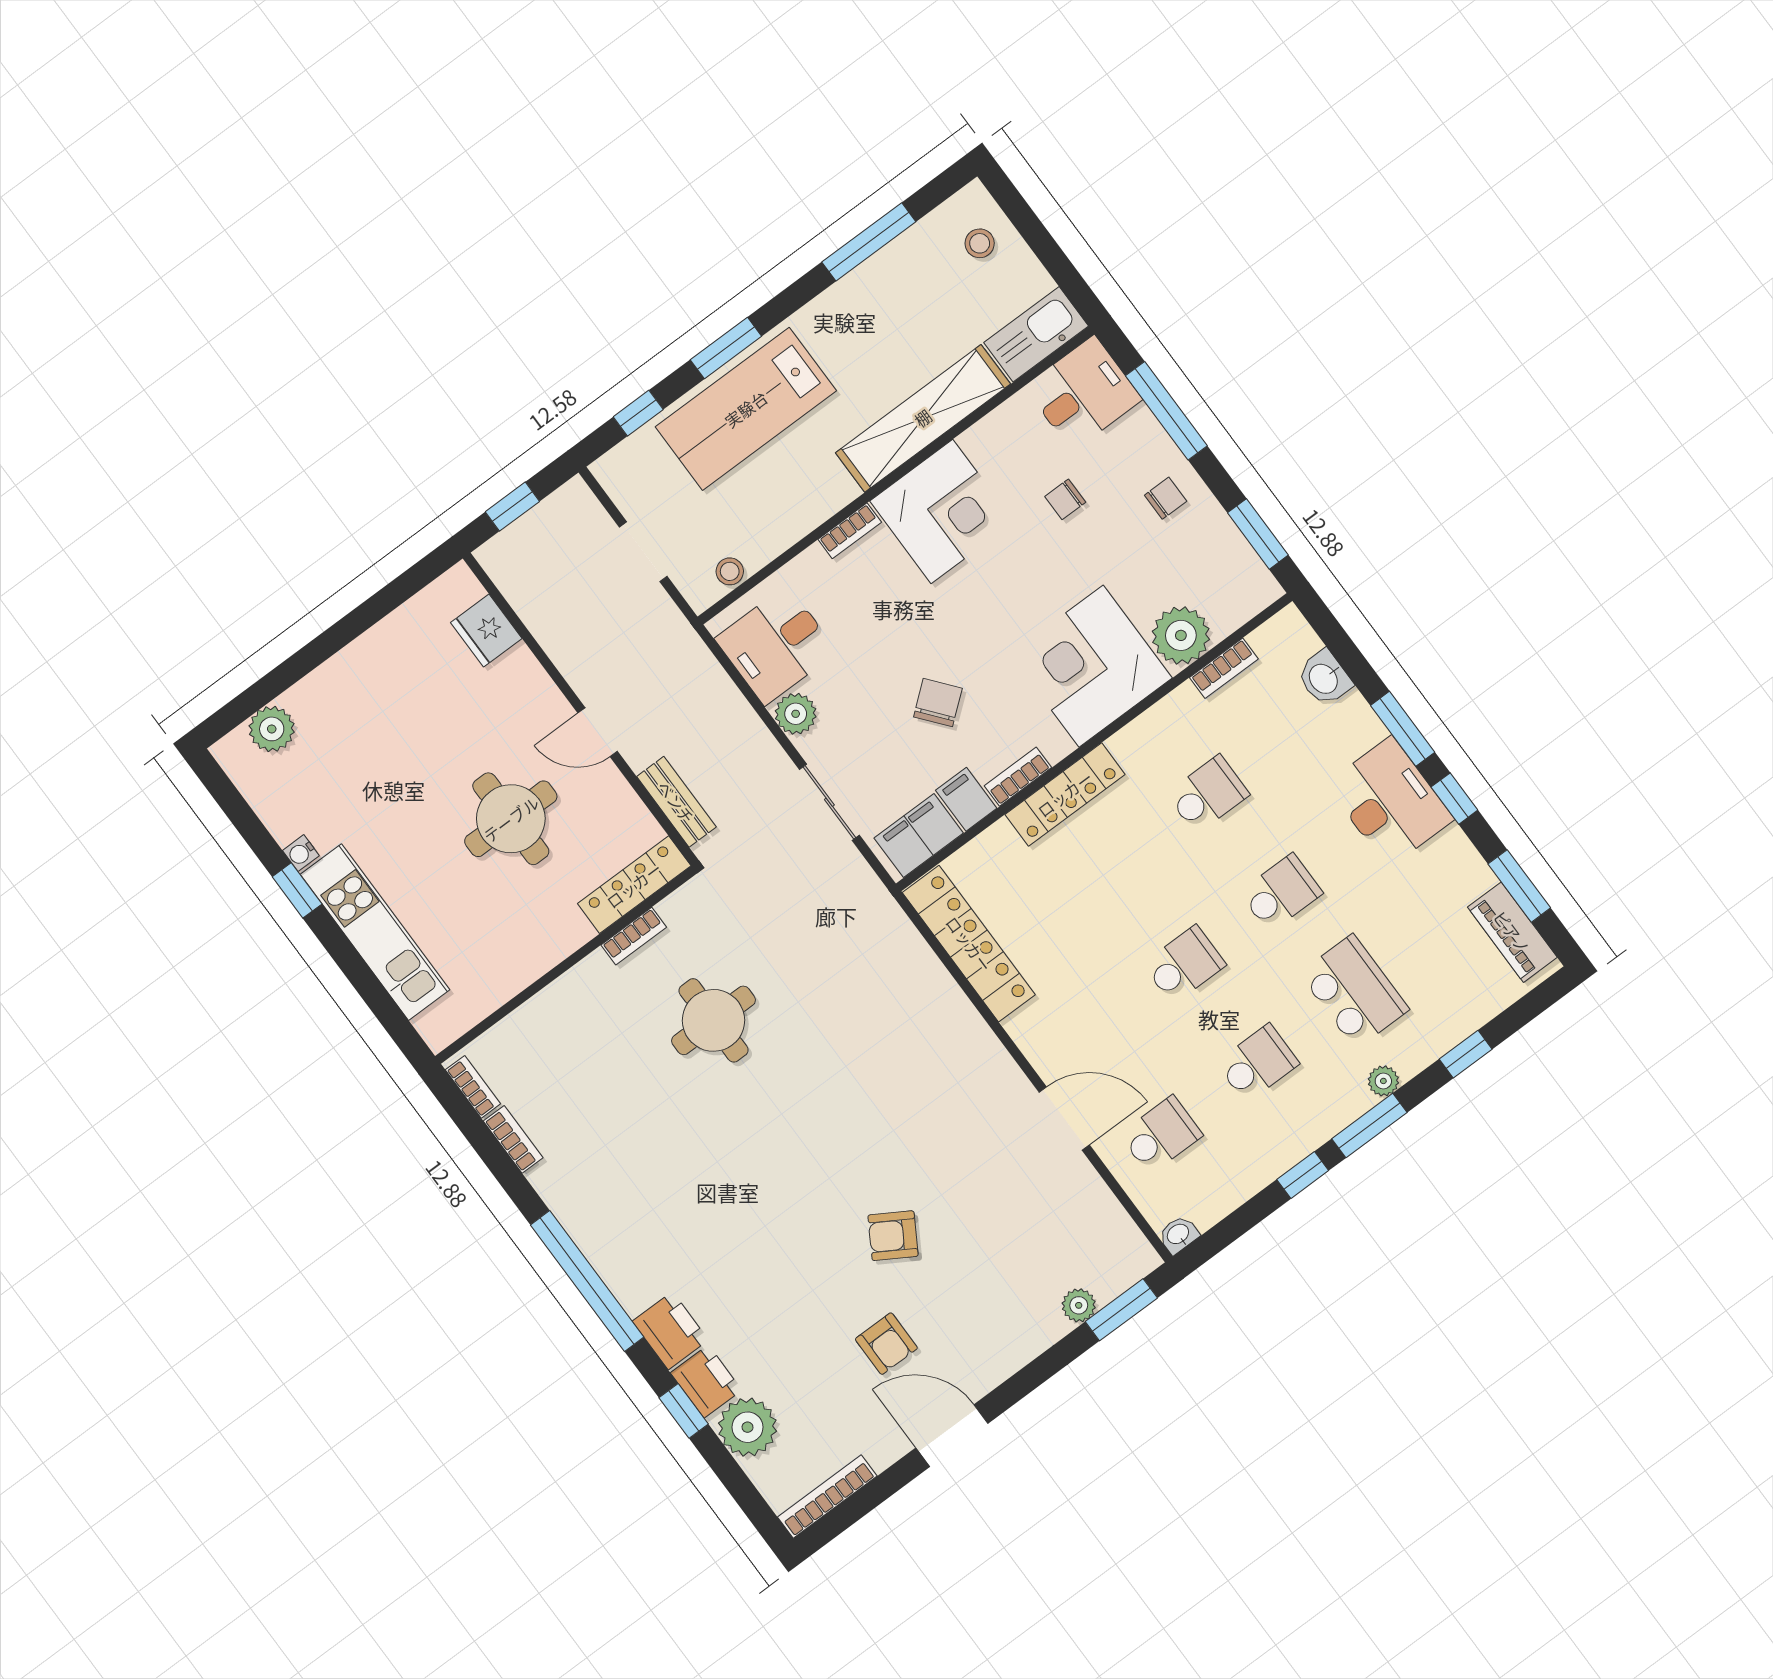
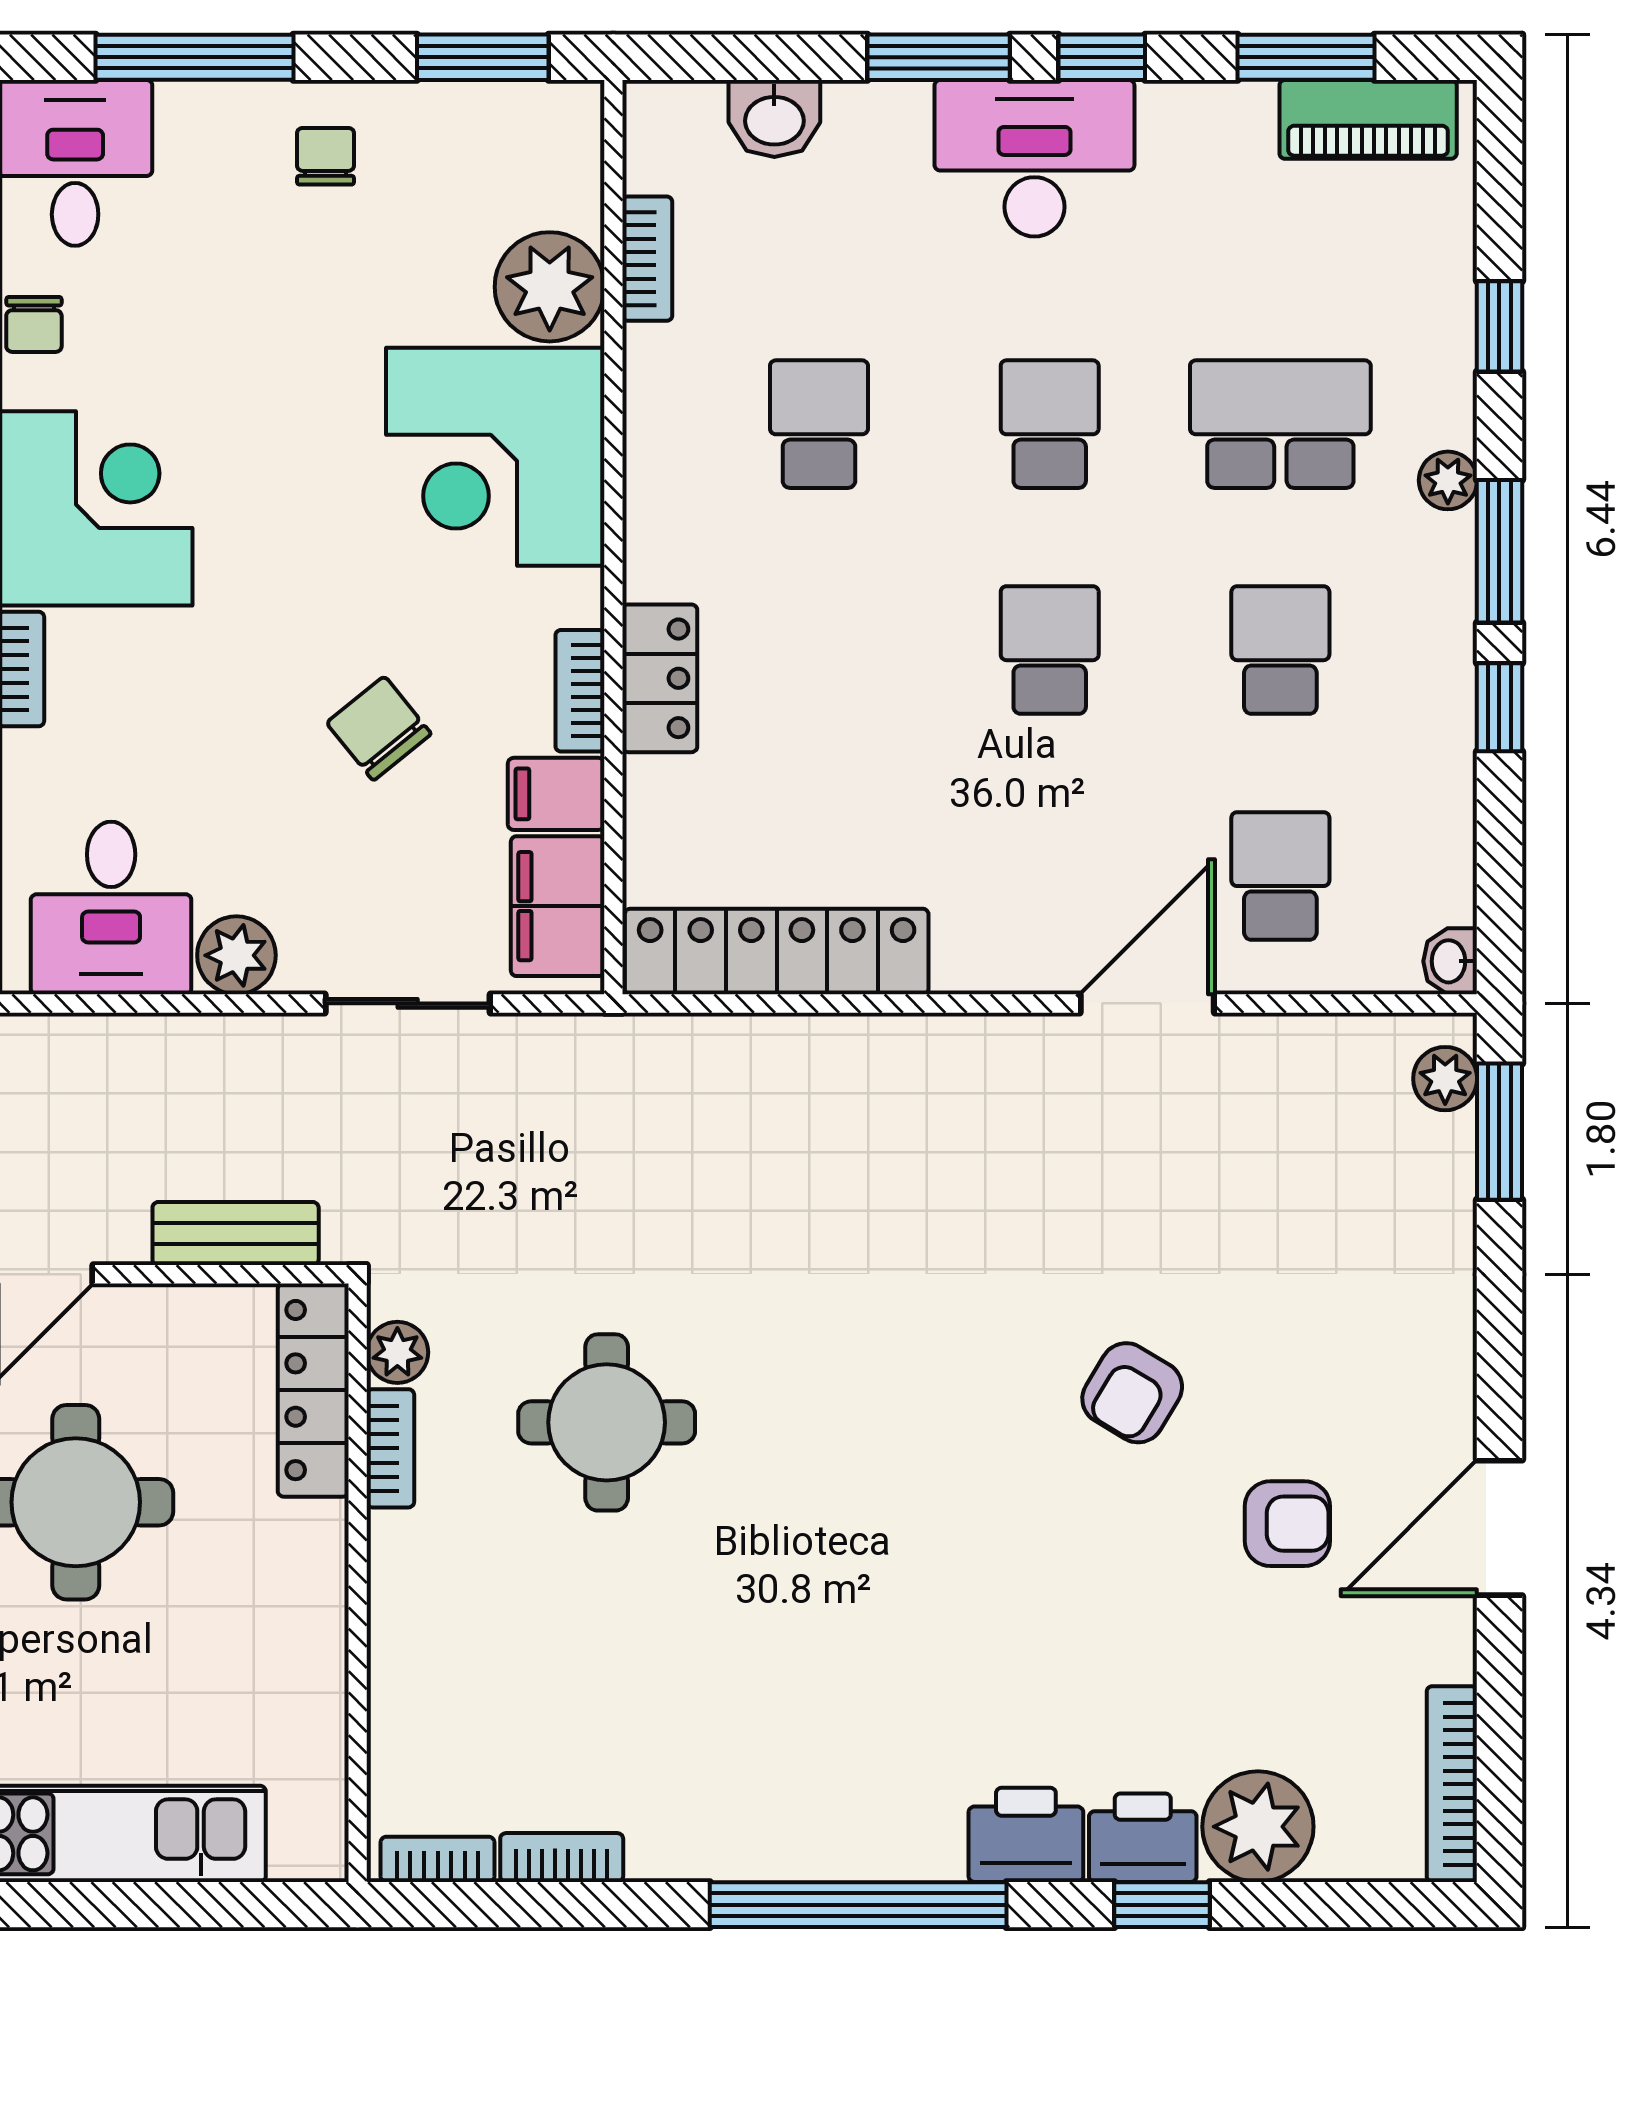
chair: (1065, 499) -> (34, 324), moved
locker: (1065, 794) -> (660, 678), width x0.66
plant: (677, 909) -> (397, 1352), added
plant: (1079, 1305) -> (1445, 1079), moved

